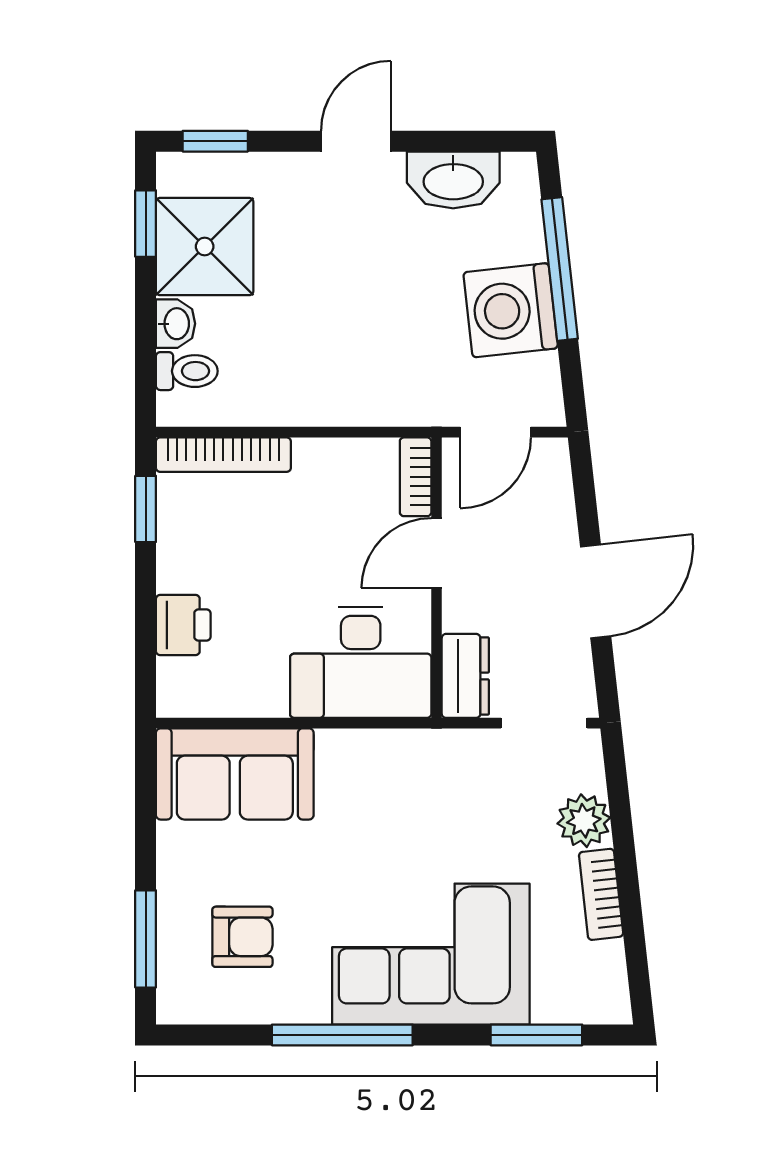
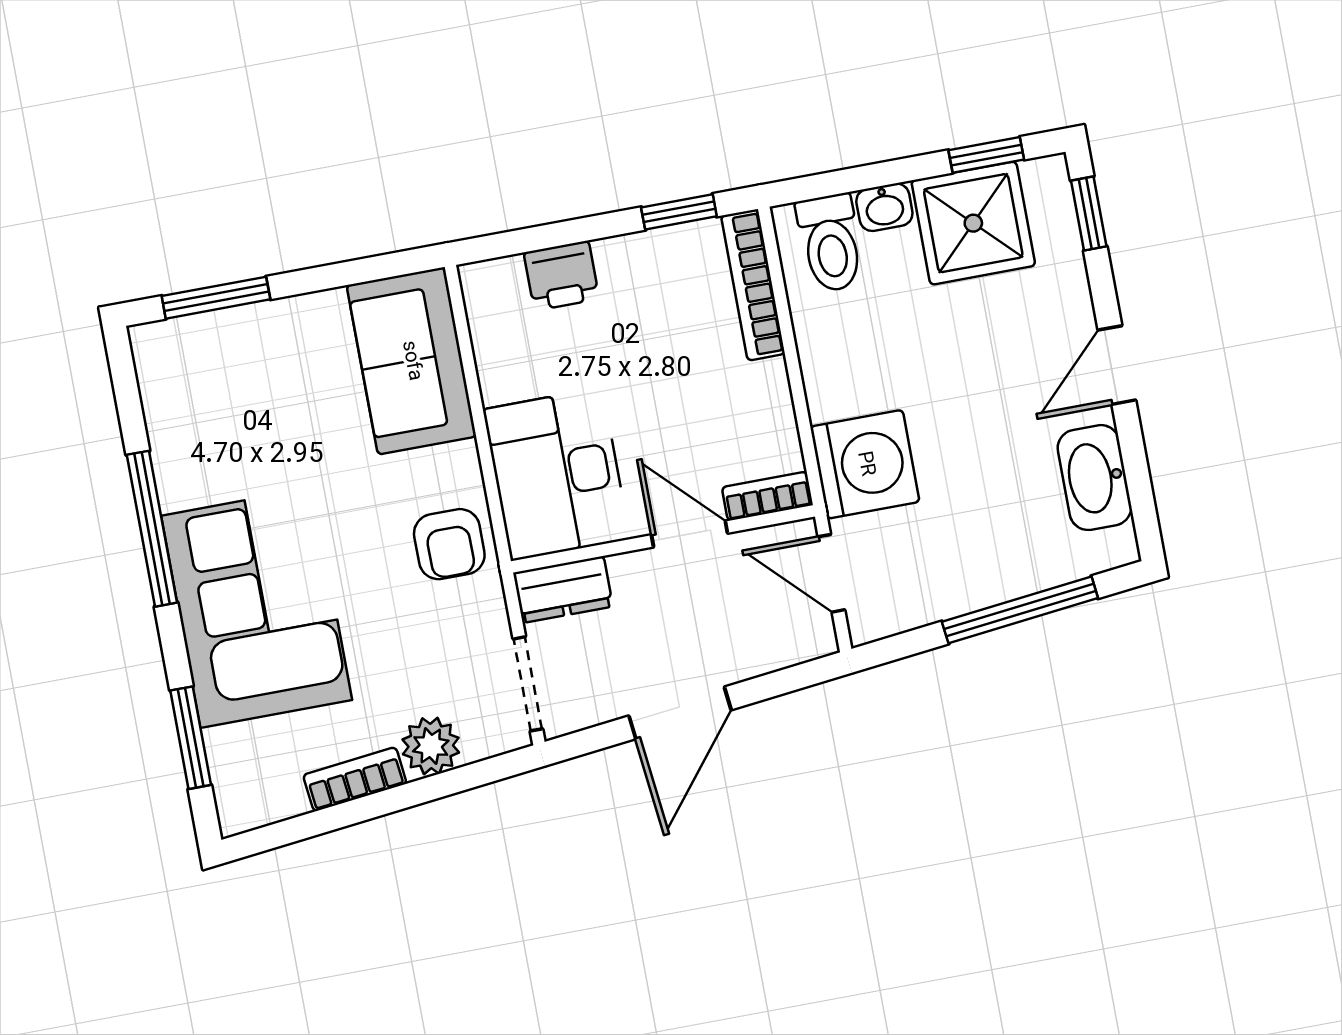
door: (356, 141) -> (1117, 365), swing flipped
washing machine: (511, 310) -> (865, 464), moved, turned 96
toilet: (187, 371) -> (830, 243), width x1.37, depth x1.39
door: (596, 591) -> (680, 713), hinge flipped
armchair: (242, 937) -> (449, 544), moved

